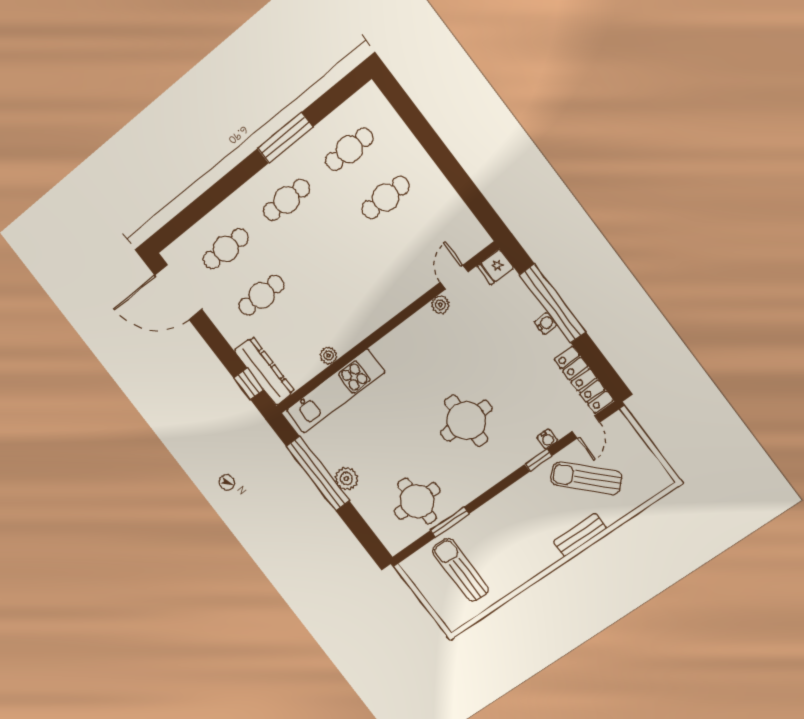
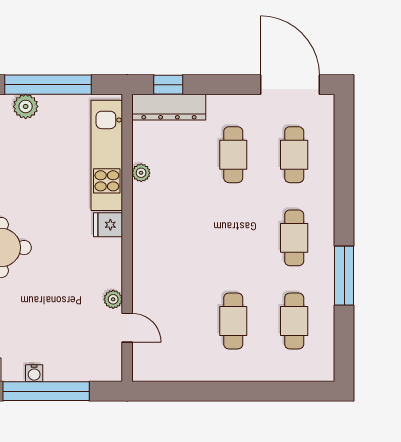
fridge: (495, 267) -> (108, 225), moved, turned -90
door: (178, 292) -> (290, 85), hinge flipped

